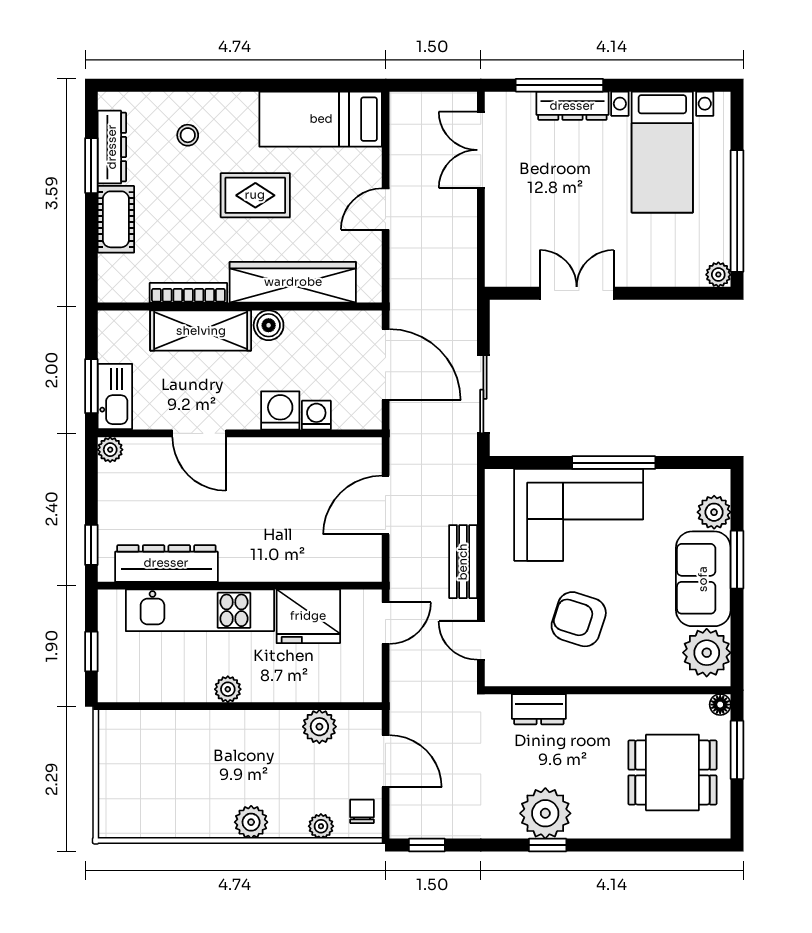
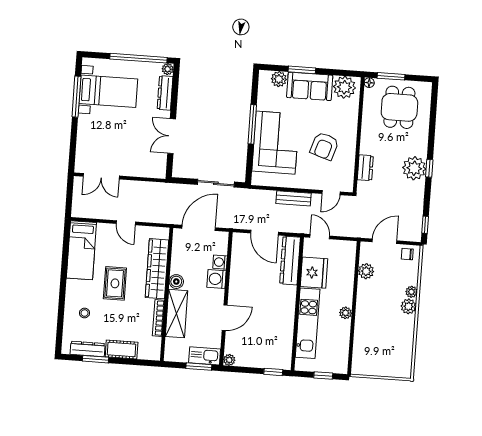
window: (559, 85) -> (76, 97), moved
dresser: (572, 106) -> (165, 93), moved, turned 180
dresser: (166, 563) -> (290, 261), moved
plant: (321, 826) -> (411, 292), moved

